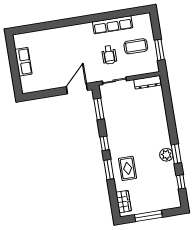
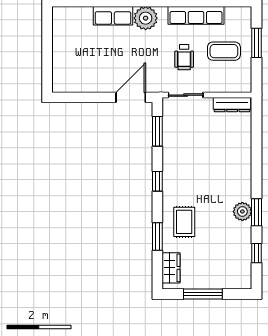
plant: (78, 32) -> (146, 18), added
window: (159, 50) -> (257, 43), moved
row of seats: (23, 62) -> (113, 16), moved, turned 90
window: (109, 170) -> (157, 237), moved

